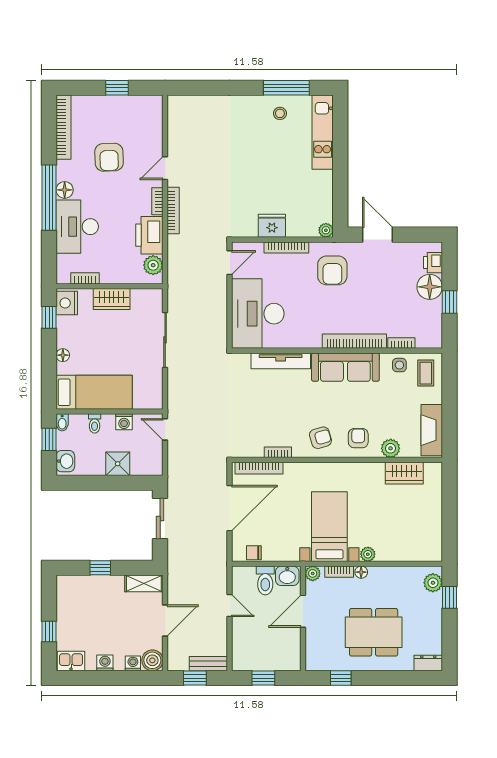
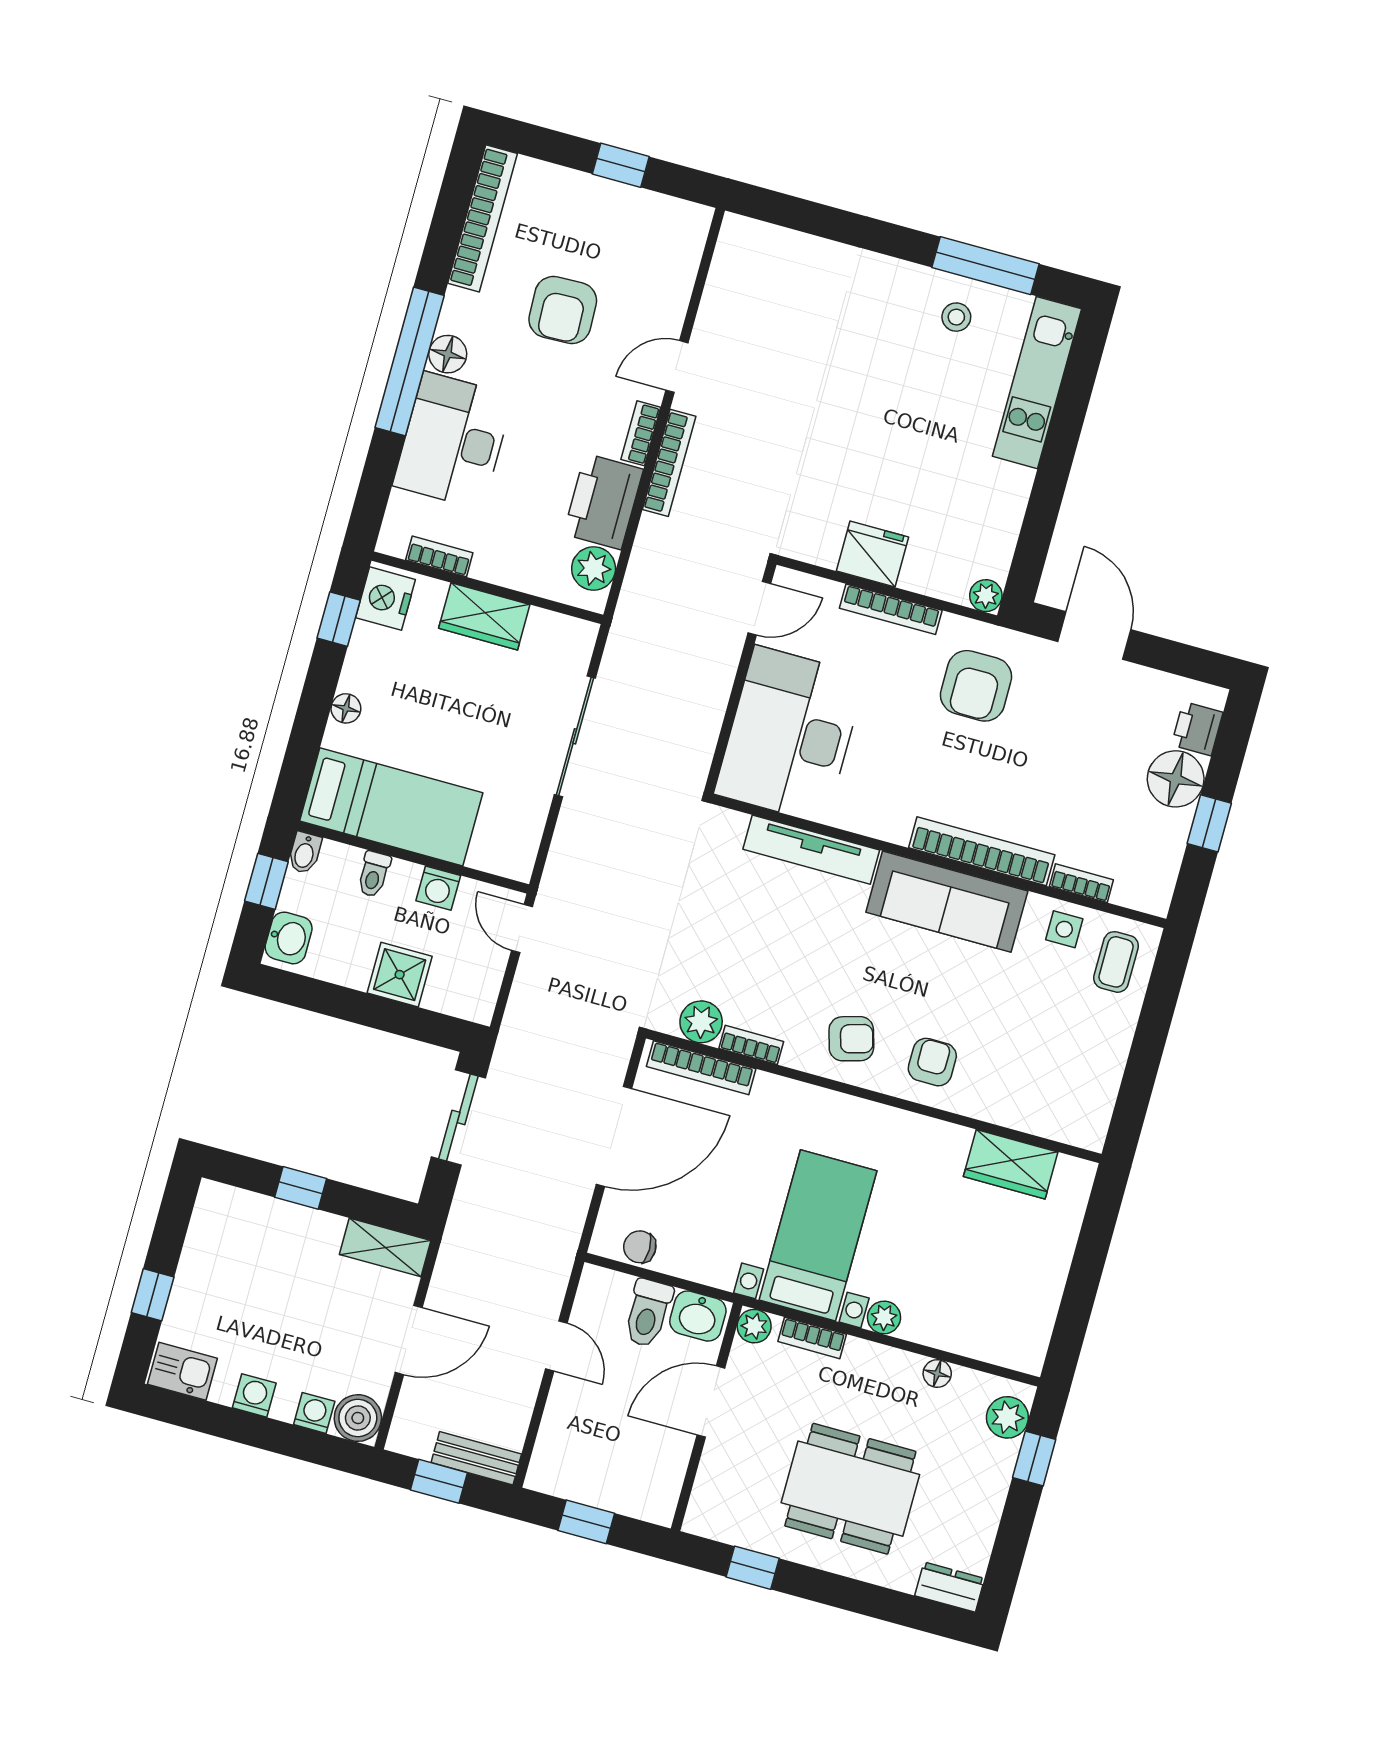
fireplace: (432, 430) -> (1095, 1088), removed
plant: (391, 448) -> (701, 1022), moved
floor lamp: (361, 572) -> (937, 1374), moved

